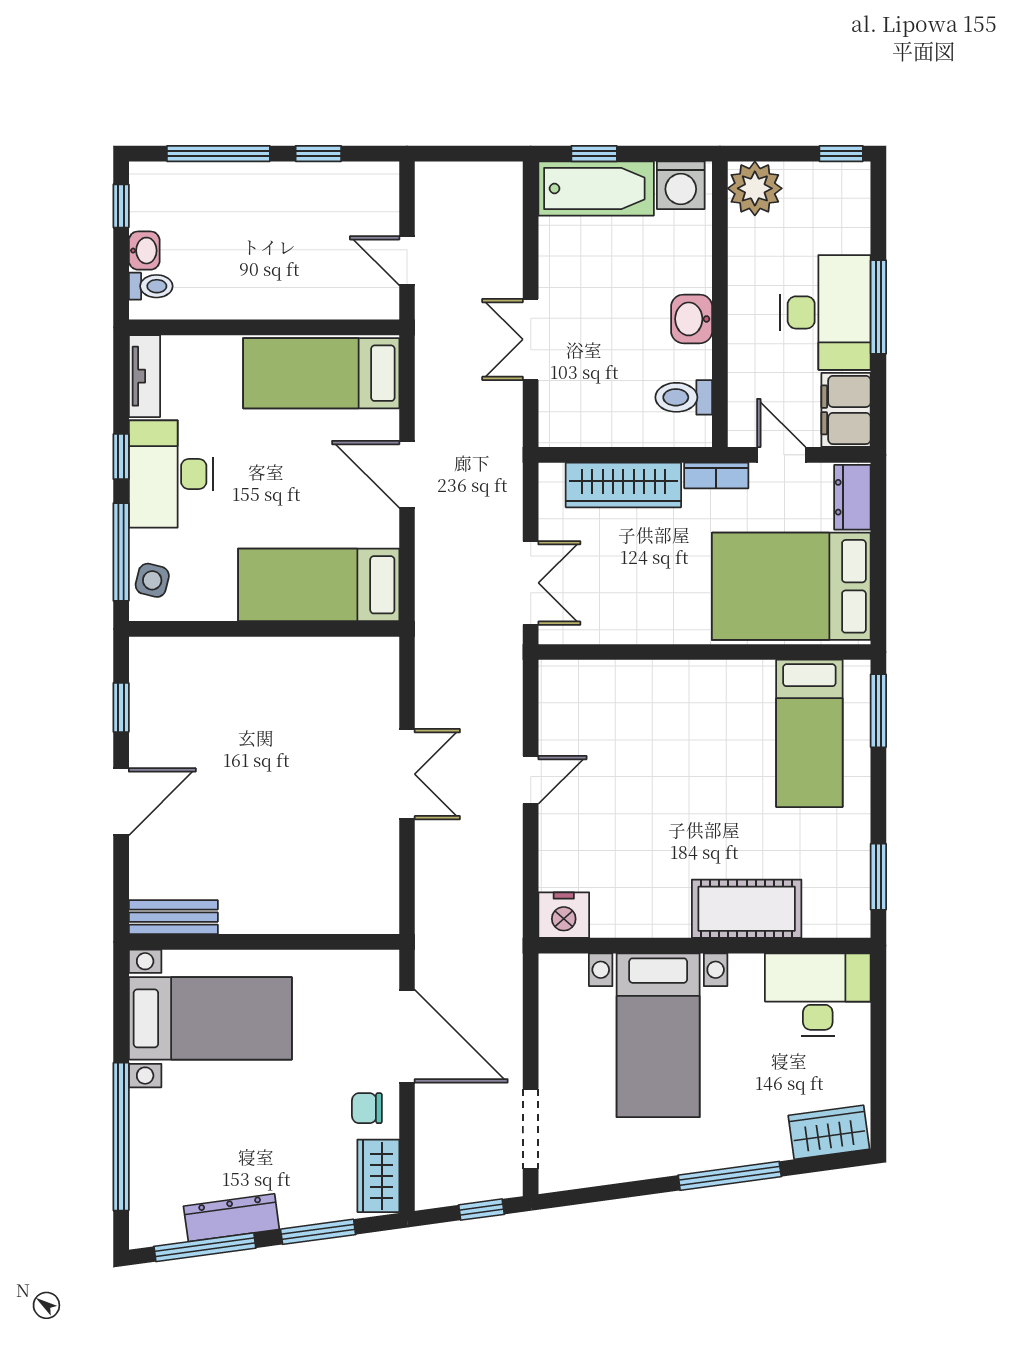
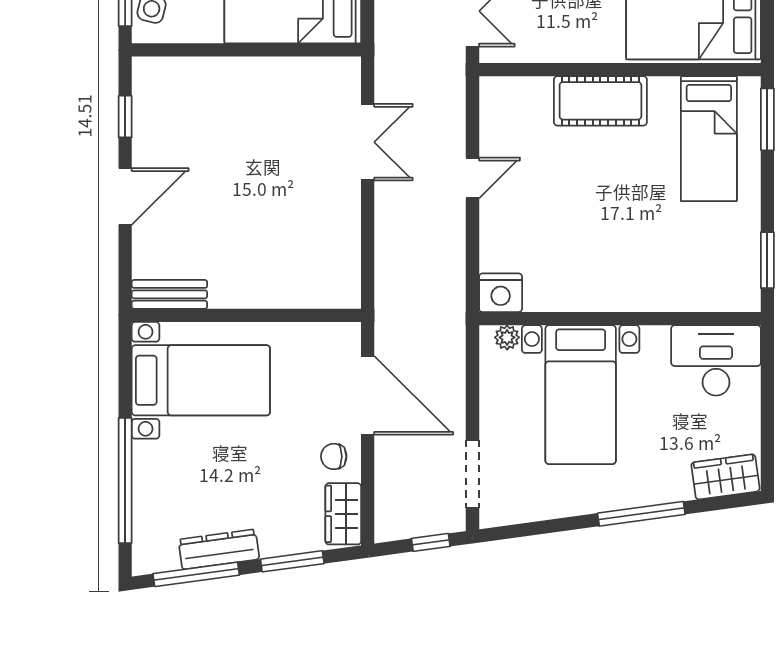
double door: (407, 774) -> (368, 142), moved
cot: (747, 909) -> (600, 101), moved
plant: (571, 968) -> (507, 337), added

